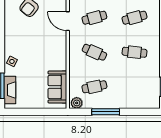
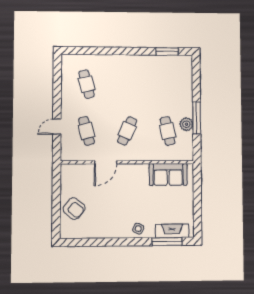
door: (68, 21) -> (106, 162), moved
cafe table: (135, 52) -> (127, 84), removed
plant: (77, 103) -> (186, 124), moved

